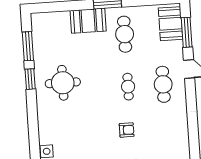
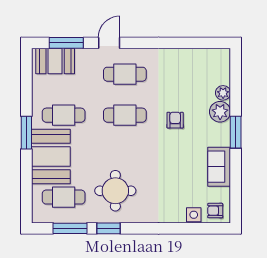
booth: (88, 21) -> (51, 157), width x1.36, depth x1.42
cafe table: (54, 39) -> (64, 197), added
cafe table: (128, 87) -> (125, 115), width x1.37, depth x1.35

